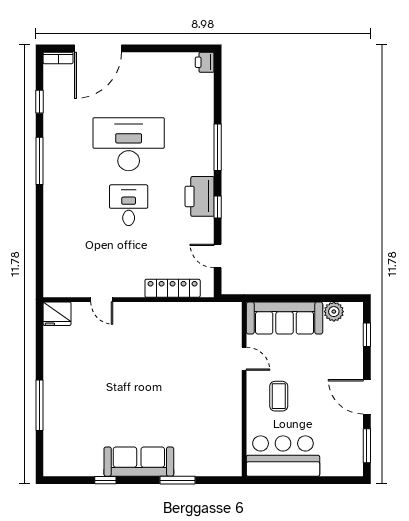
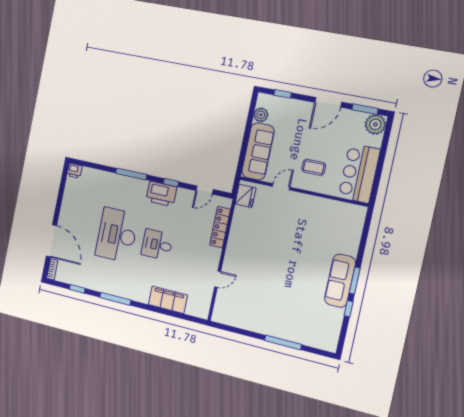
filing cabinet: (57, 236) -> (168, 300), added
fridge: (57, 314) -> (245, 196), moved
plant: (350, 463) -> (375, 124), added
window: (178, 480) -> (355, 281), moved

